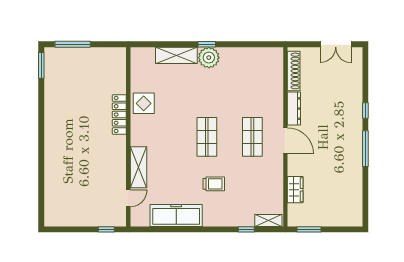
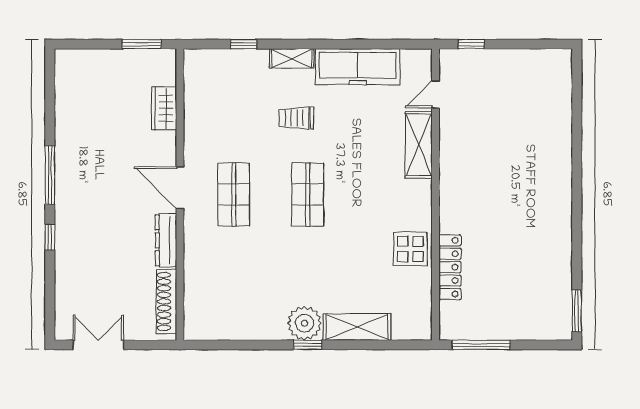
window: (73, 44) -> (481, 345), moved
locker: (119, 115) -> (450, 267), moved
shelving: (268, 220) -> (292, 58), moved

